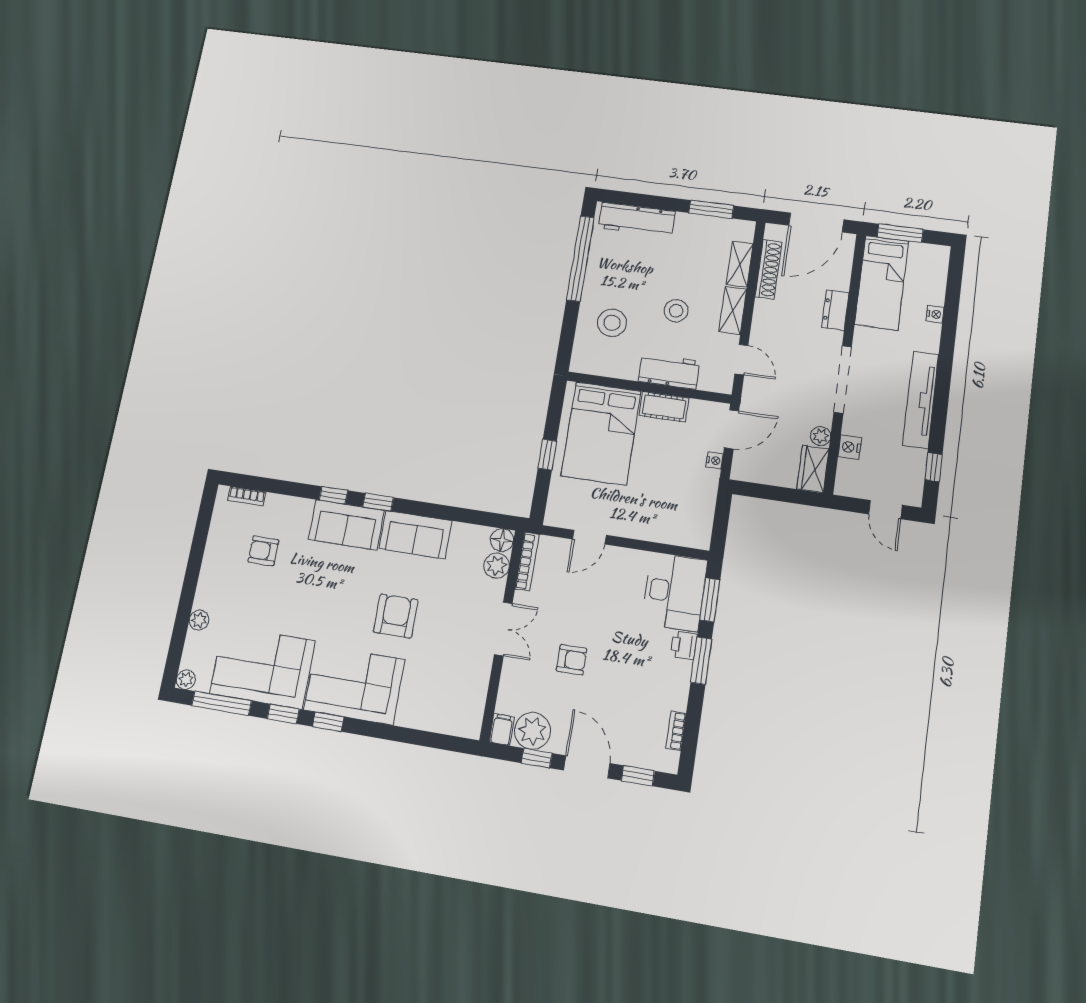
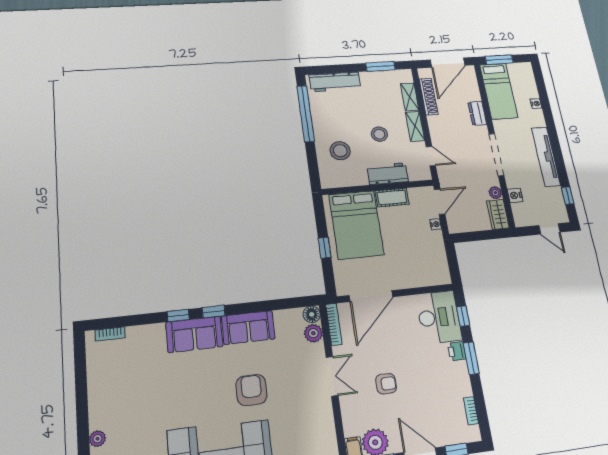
door: (589, 537) -> (371, 296), width x1.88
armchair: (263, 551) -> (135, 371), removed
window: (710, 600) -> (463, 316), width x0.67

